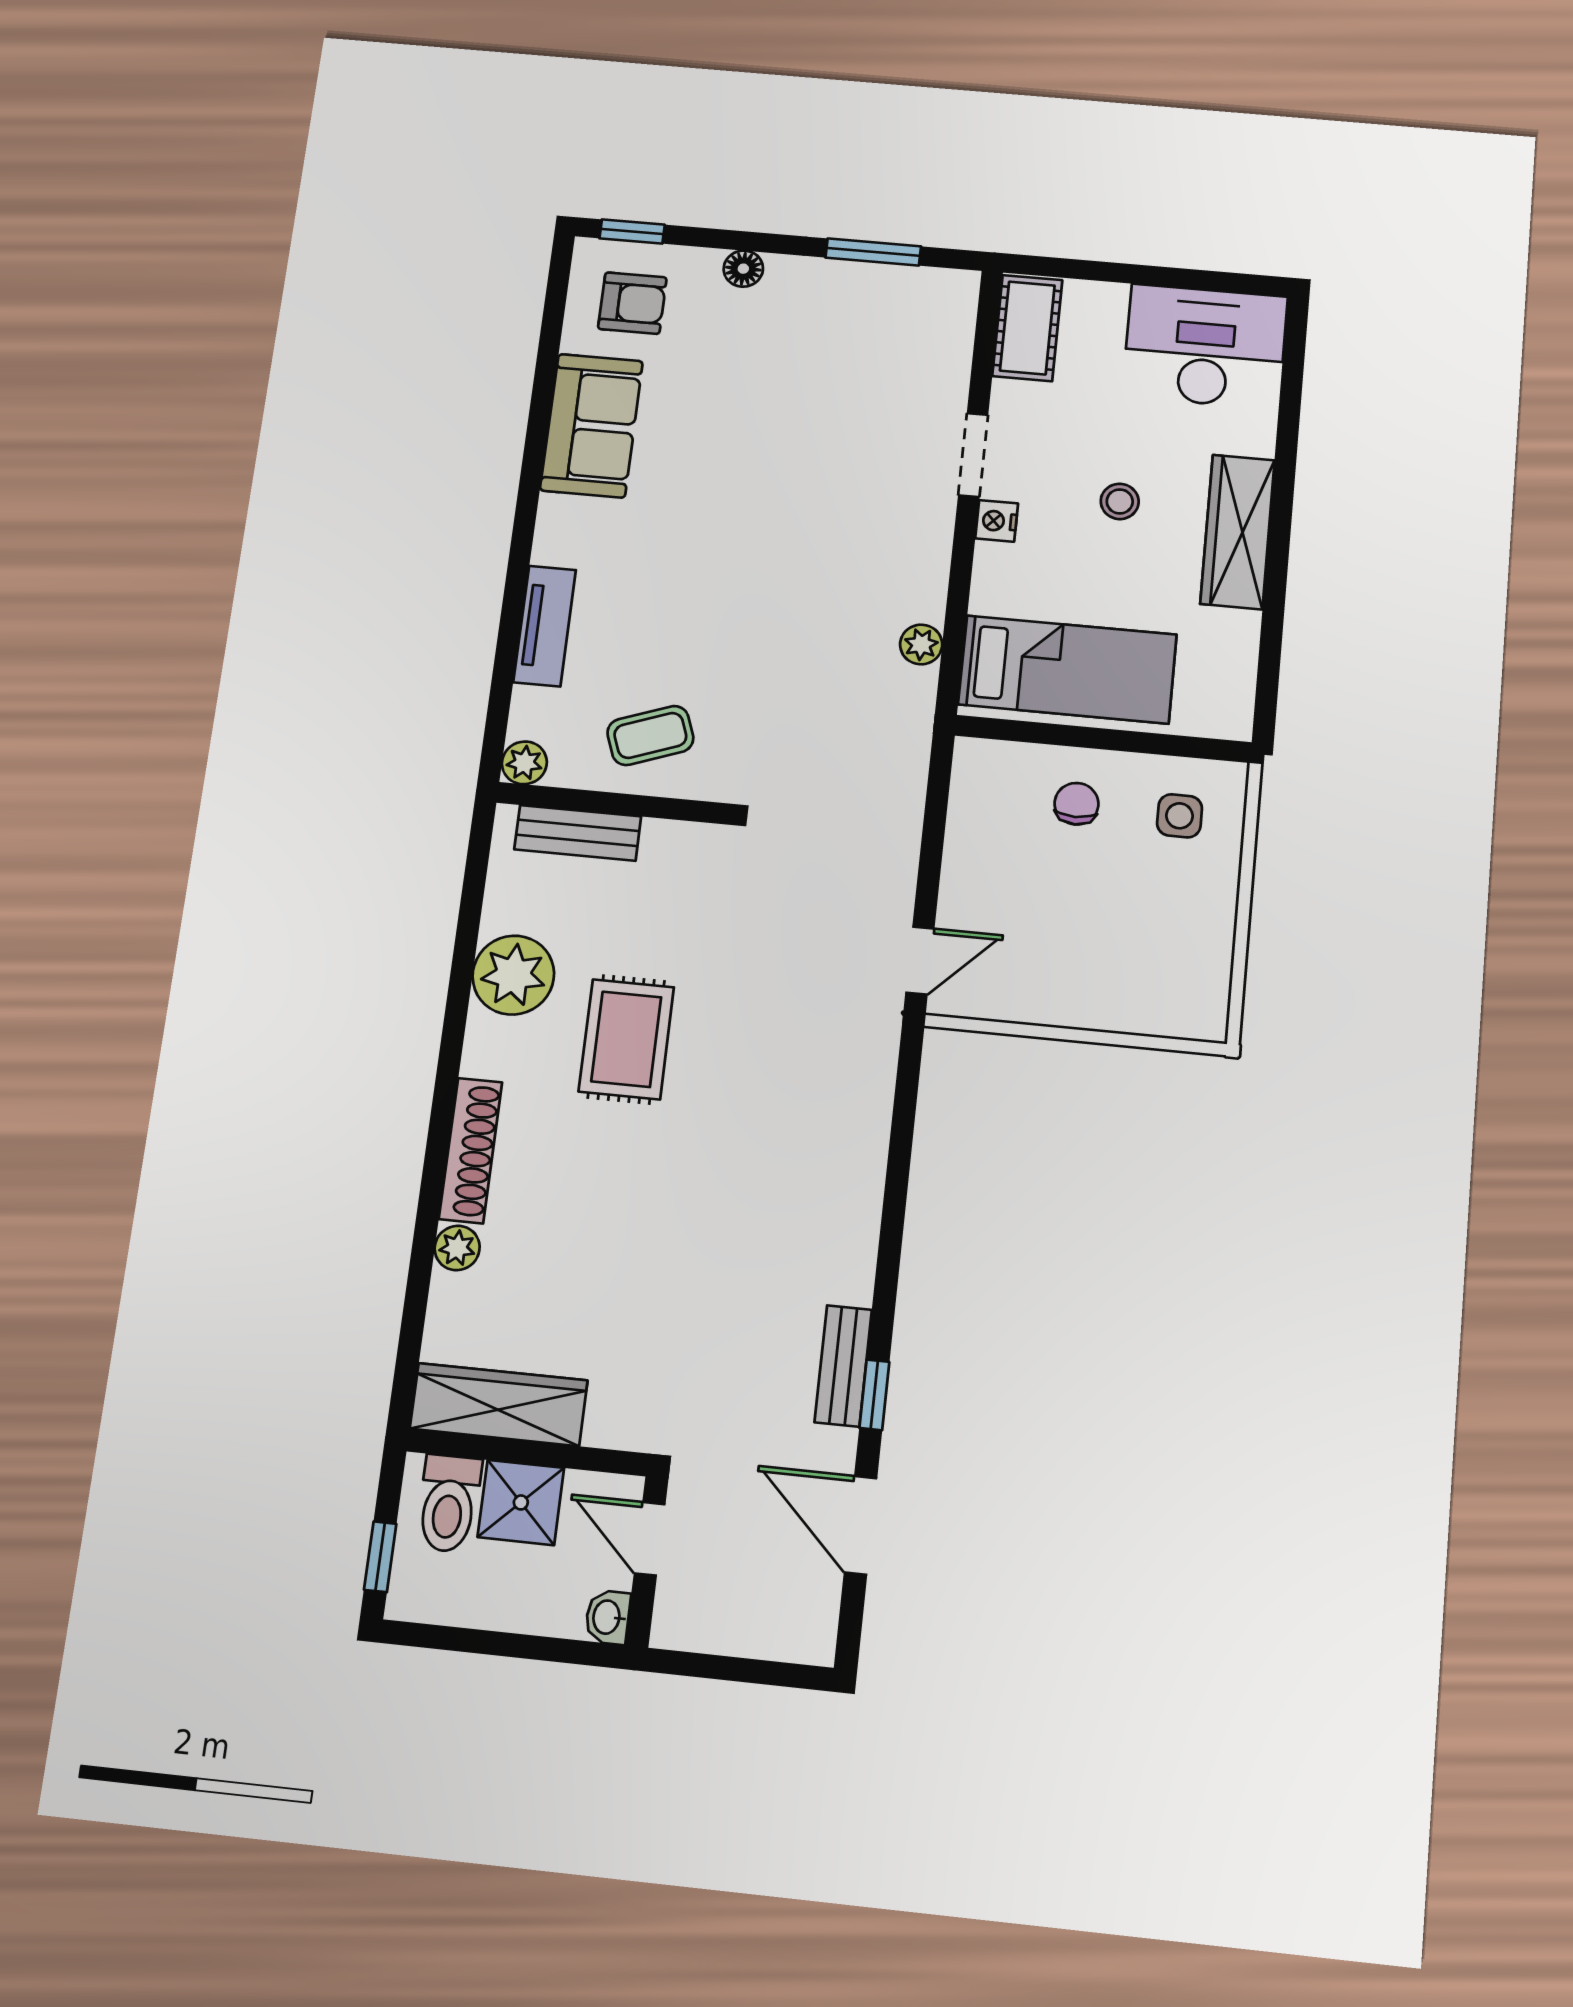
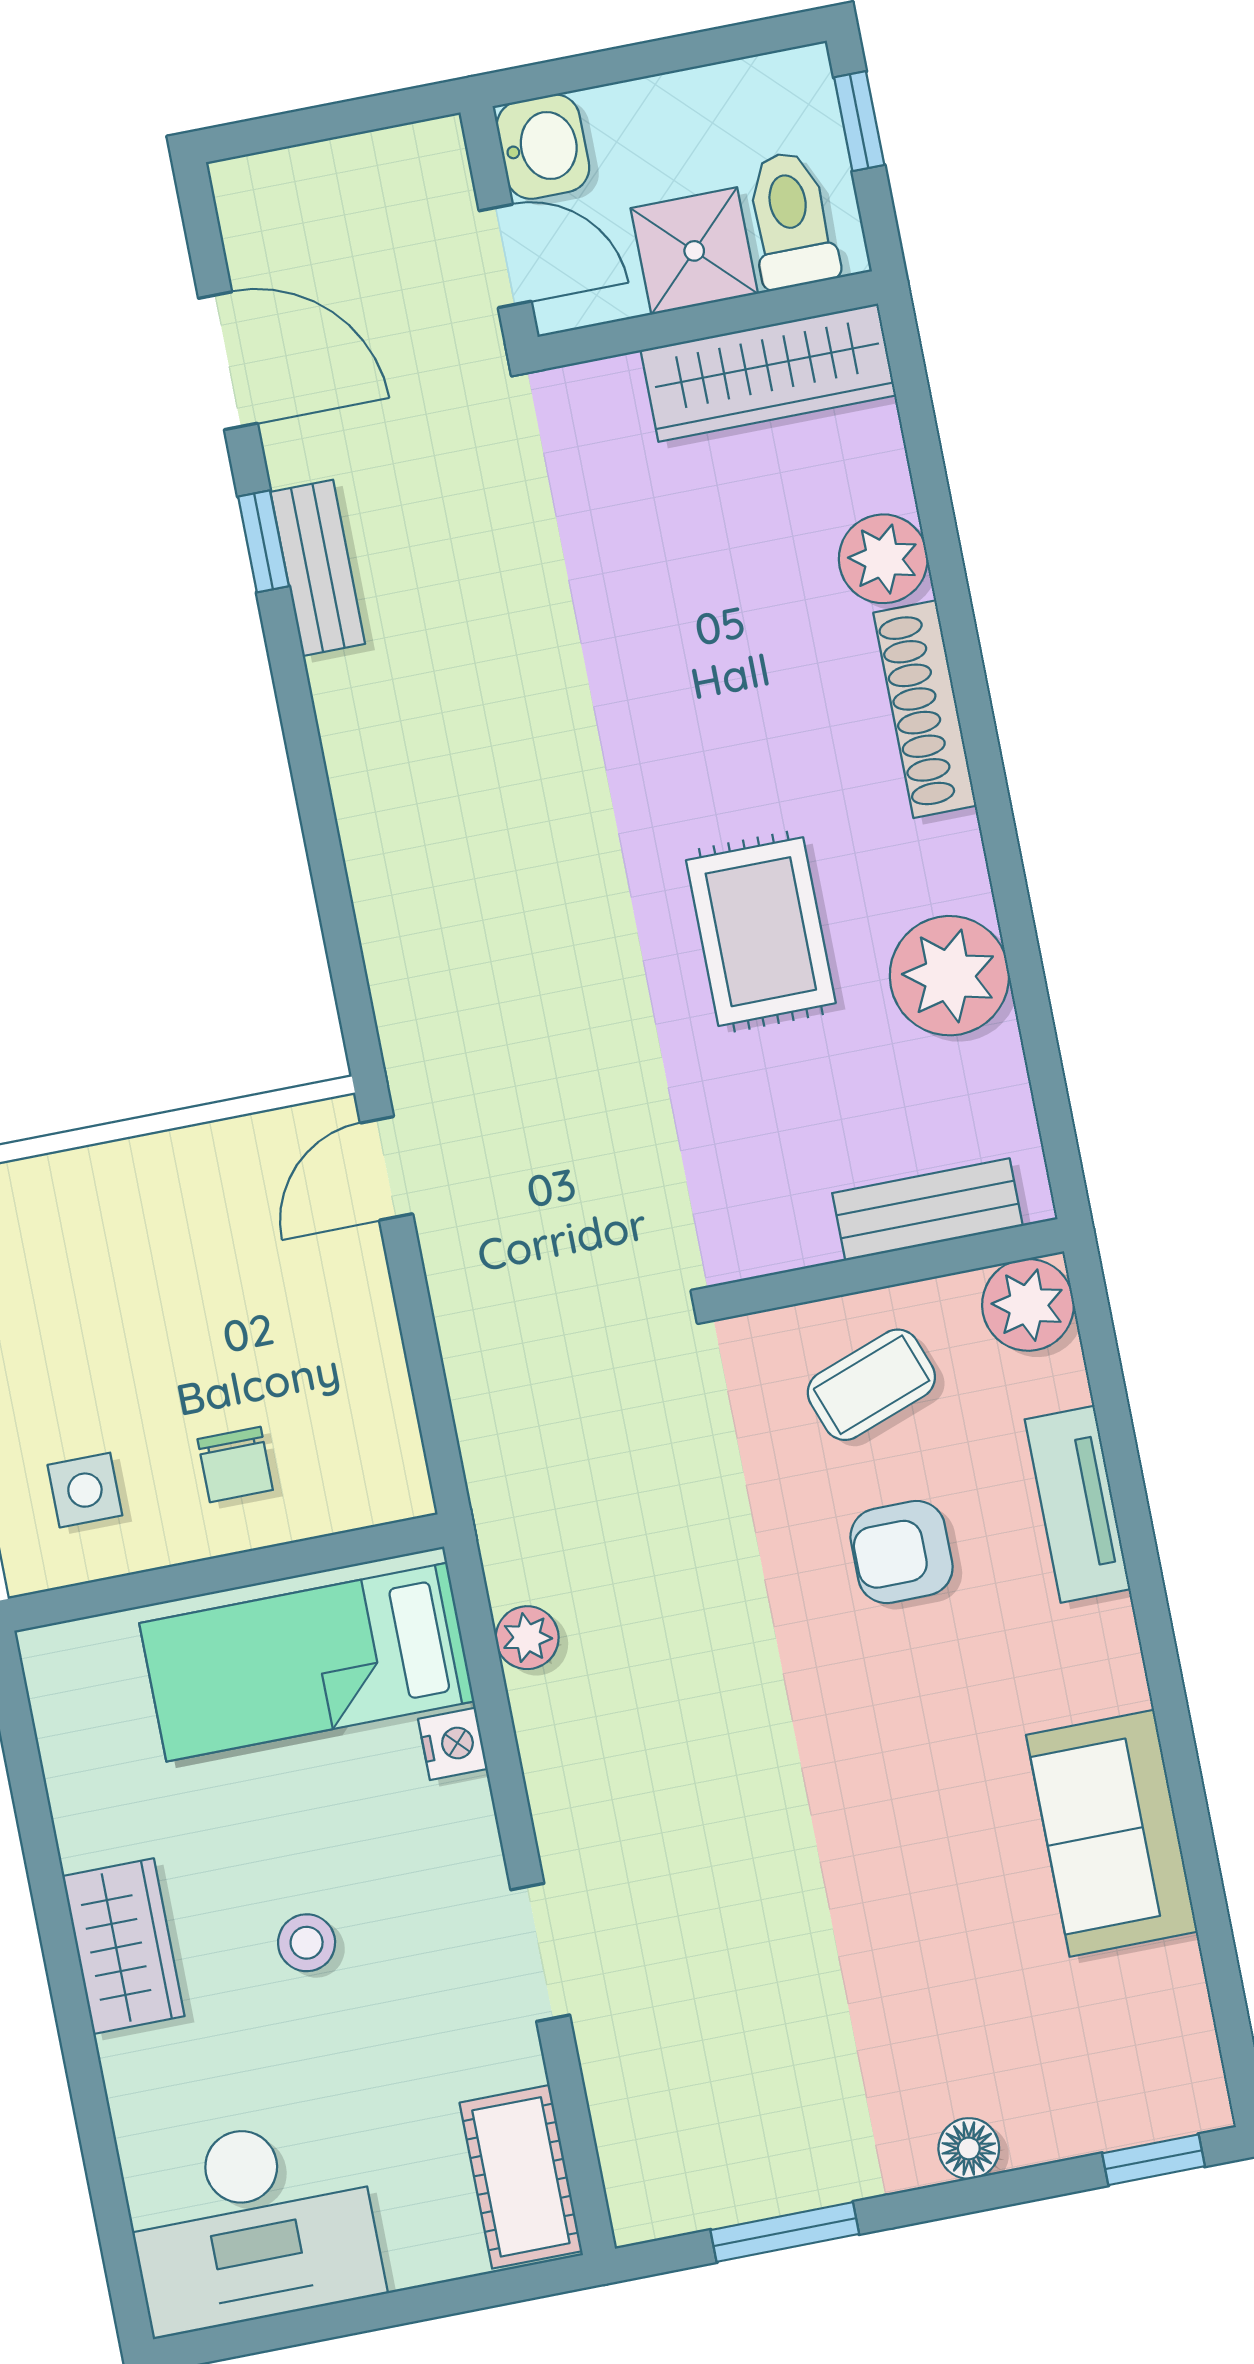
armchair: (632, 303) -> (902, 1552), moved
nightstand: (997, 521) -> (453, 1744), moved
wardrobe: (1238, 532) -> (123, 1946), width x0.67
plant: (524, 763) -> (1028, 1305), width x1.38, depth x1.38
plant: (457, 1248) -> (883, 559), width x1.38, depth x1.38
washbasin: (608, 1617) -> (543, 147), width x1.38, depth x1.45

